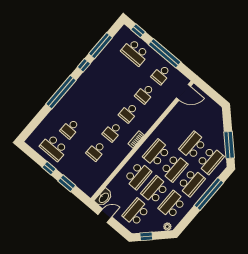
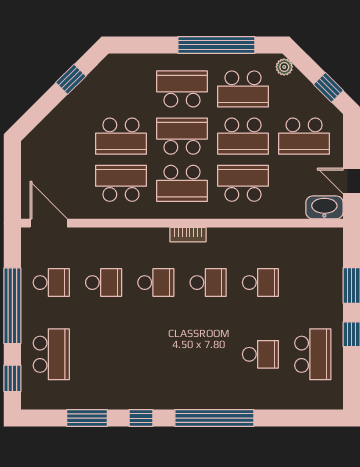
window: (101, 46) -> (87, 418), width x0.69
window: (229, 145) -> (71, 79), width x0.46
school desk: (210, 160) -> (121, 183), moved
window: (209, 194) -> (216, 45), moved

